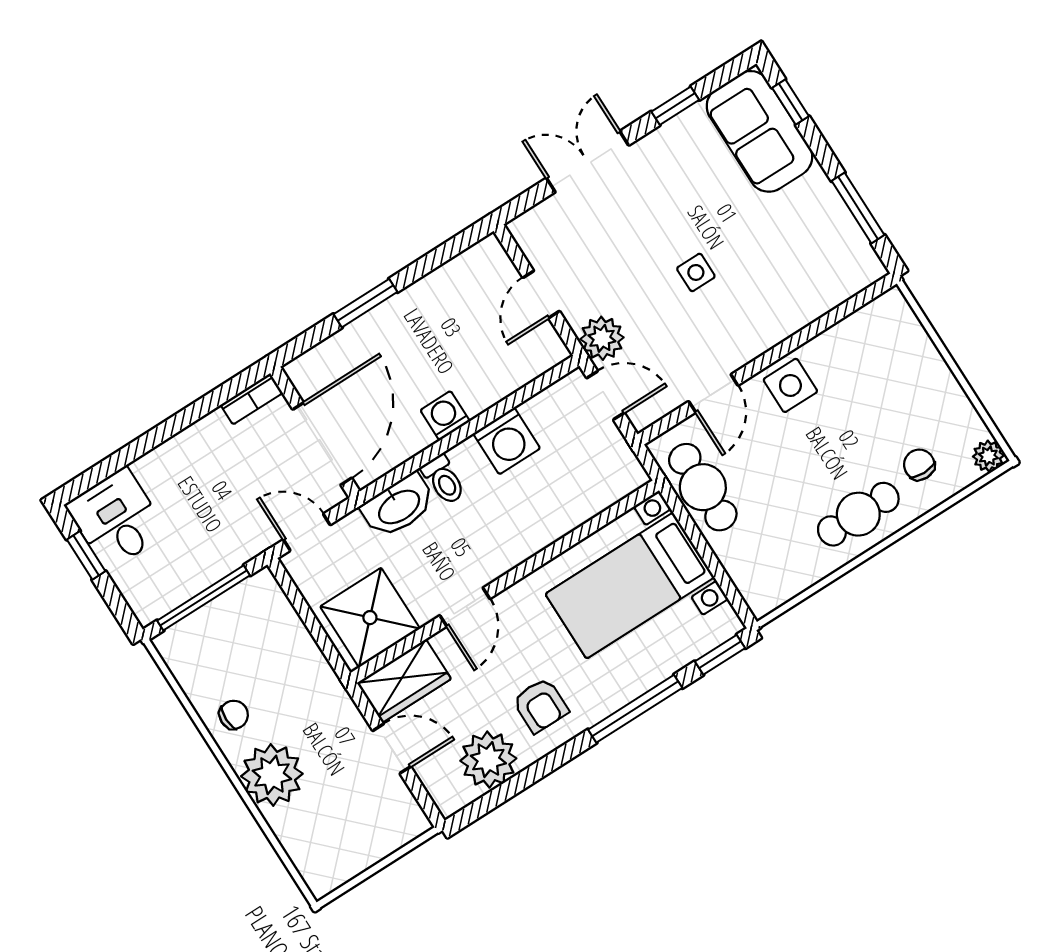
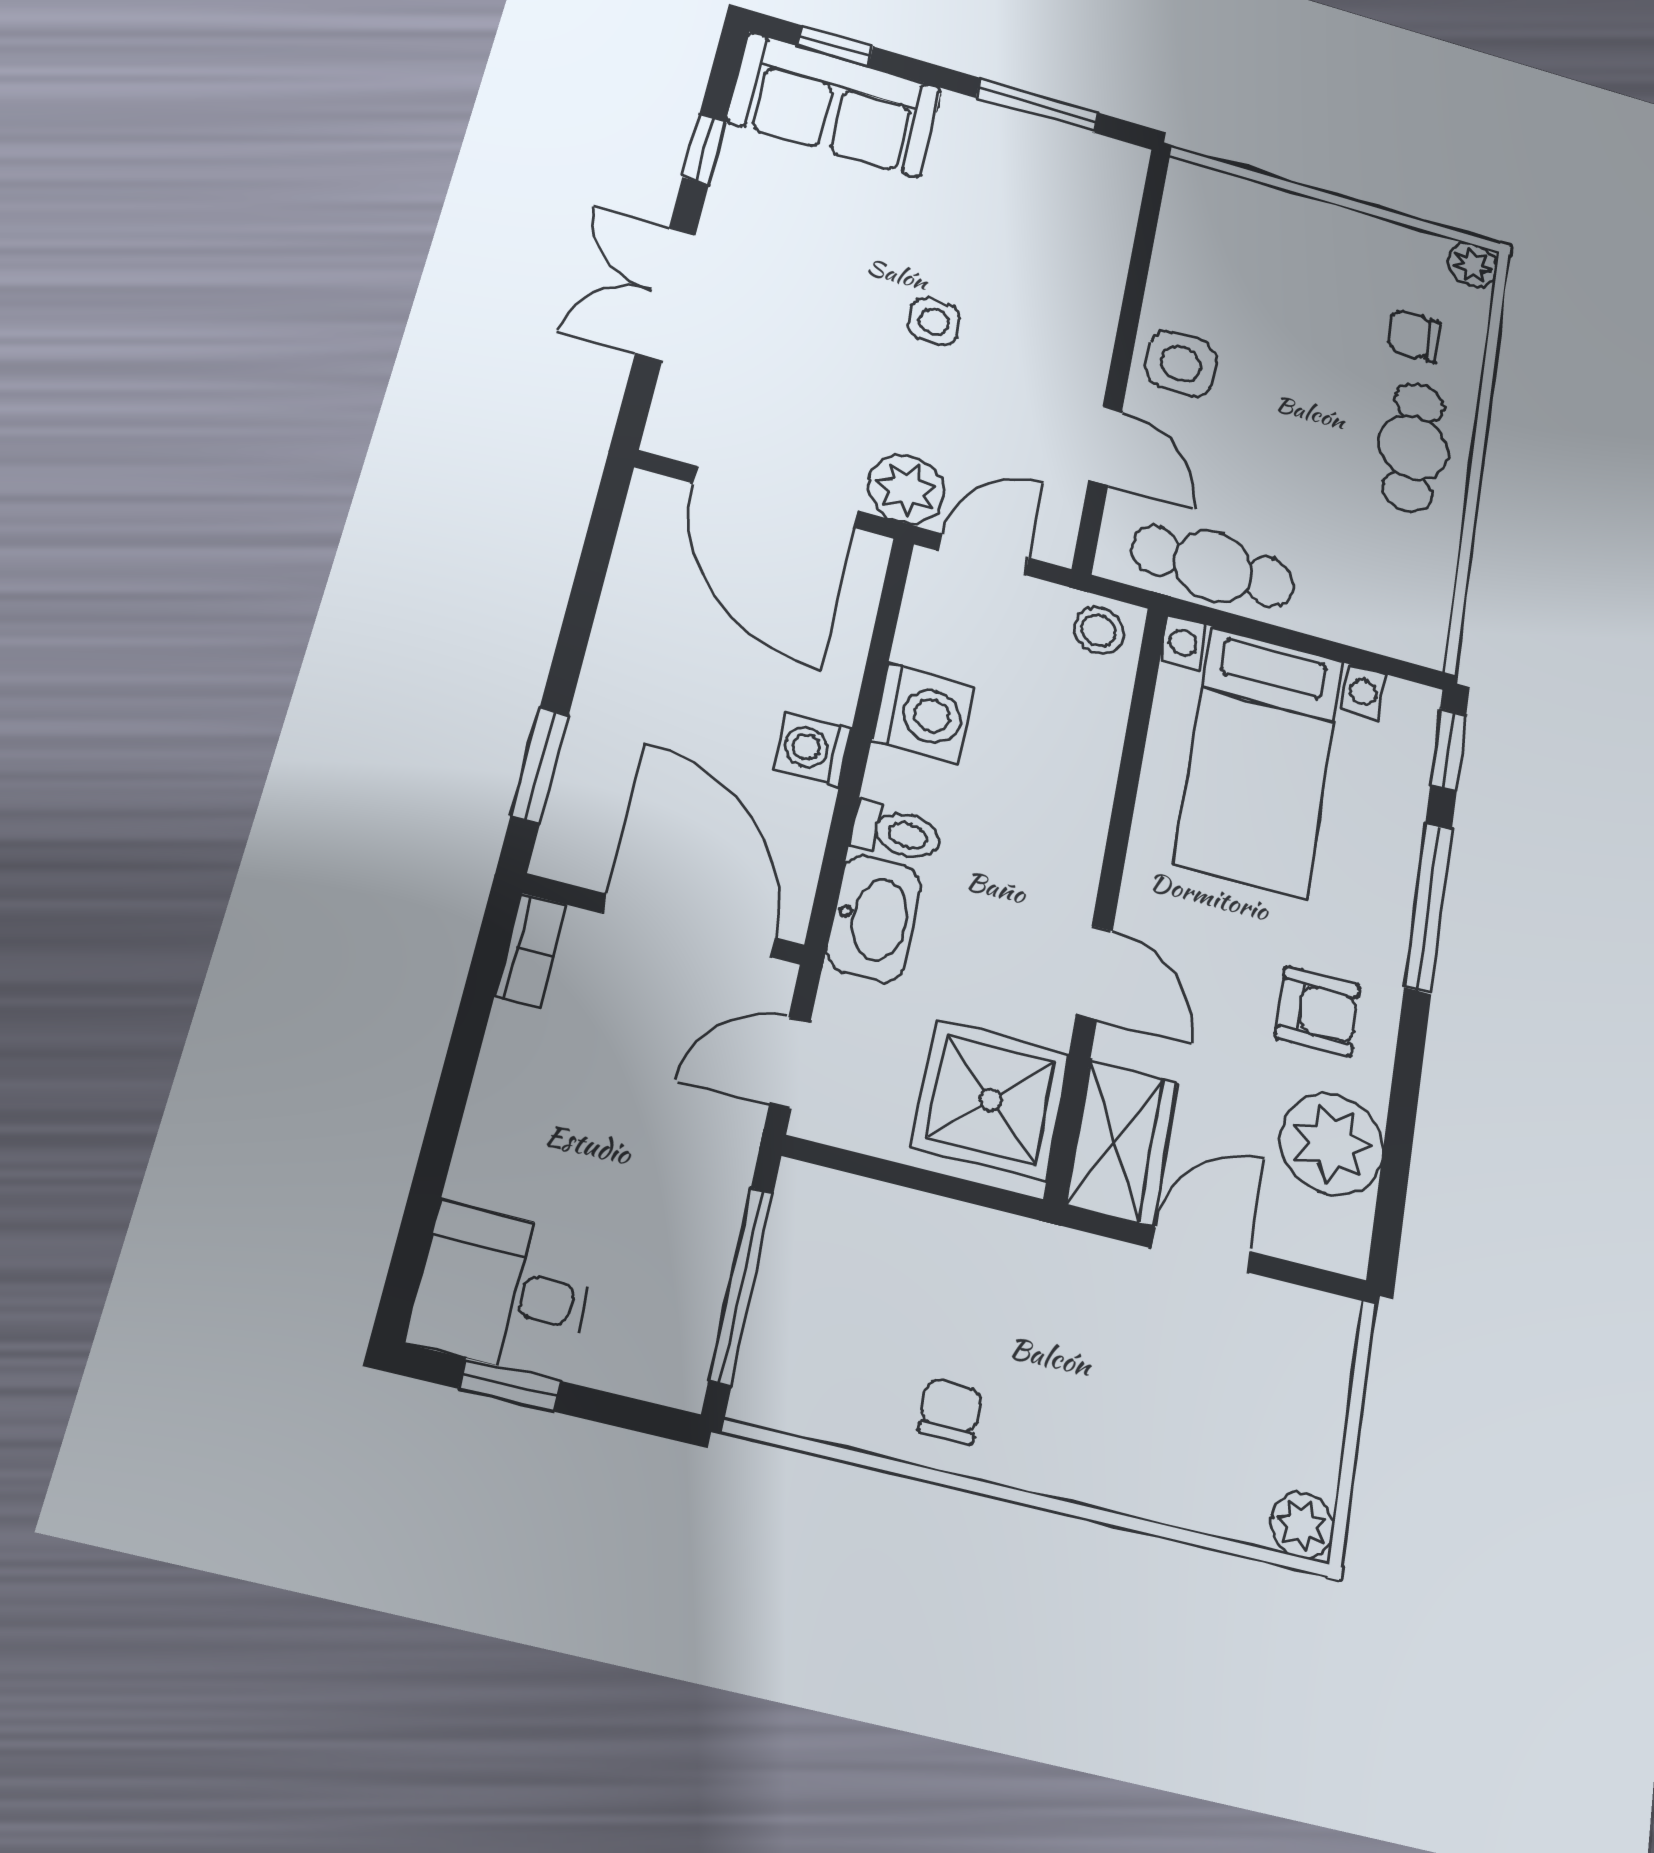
door: (541, 294) -> (776, 497), width x1.87
window: (365, 303) -> (540, 766), moved
stool: (621, 471) -> (1099, 630), added
plant: (272, 775) -> (1302, 1525), moved, width x0.53, depth x0.53

